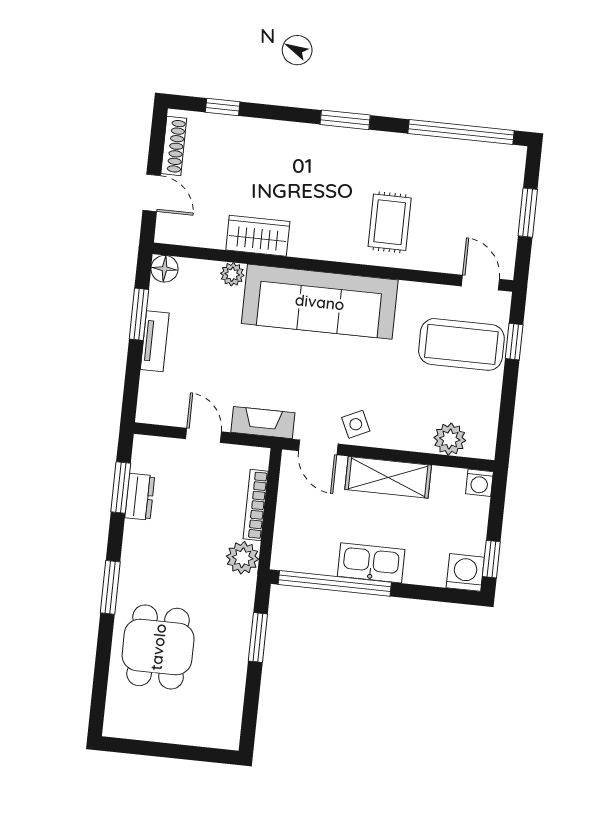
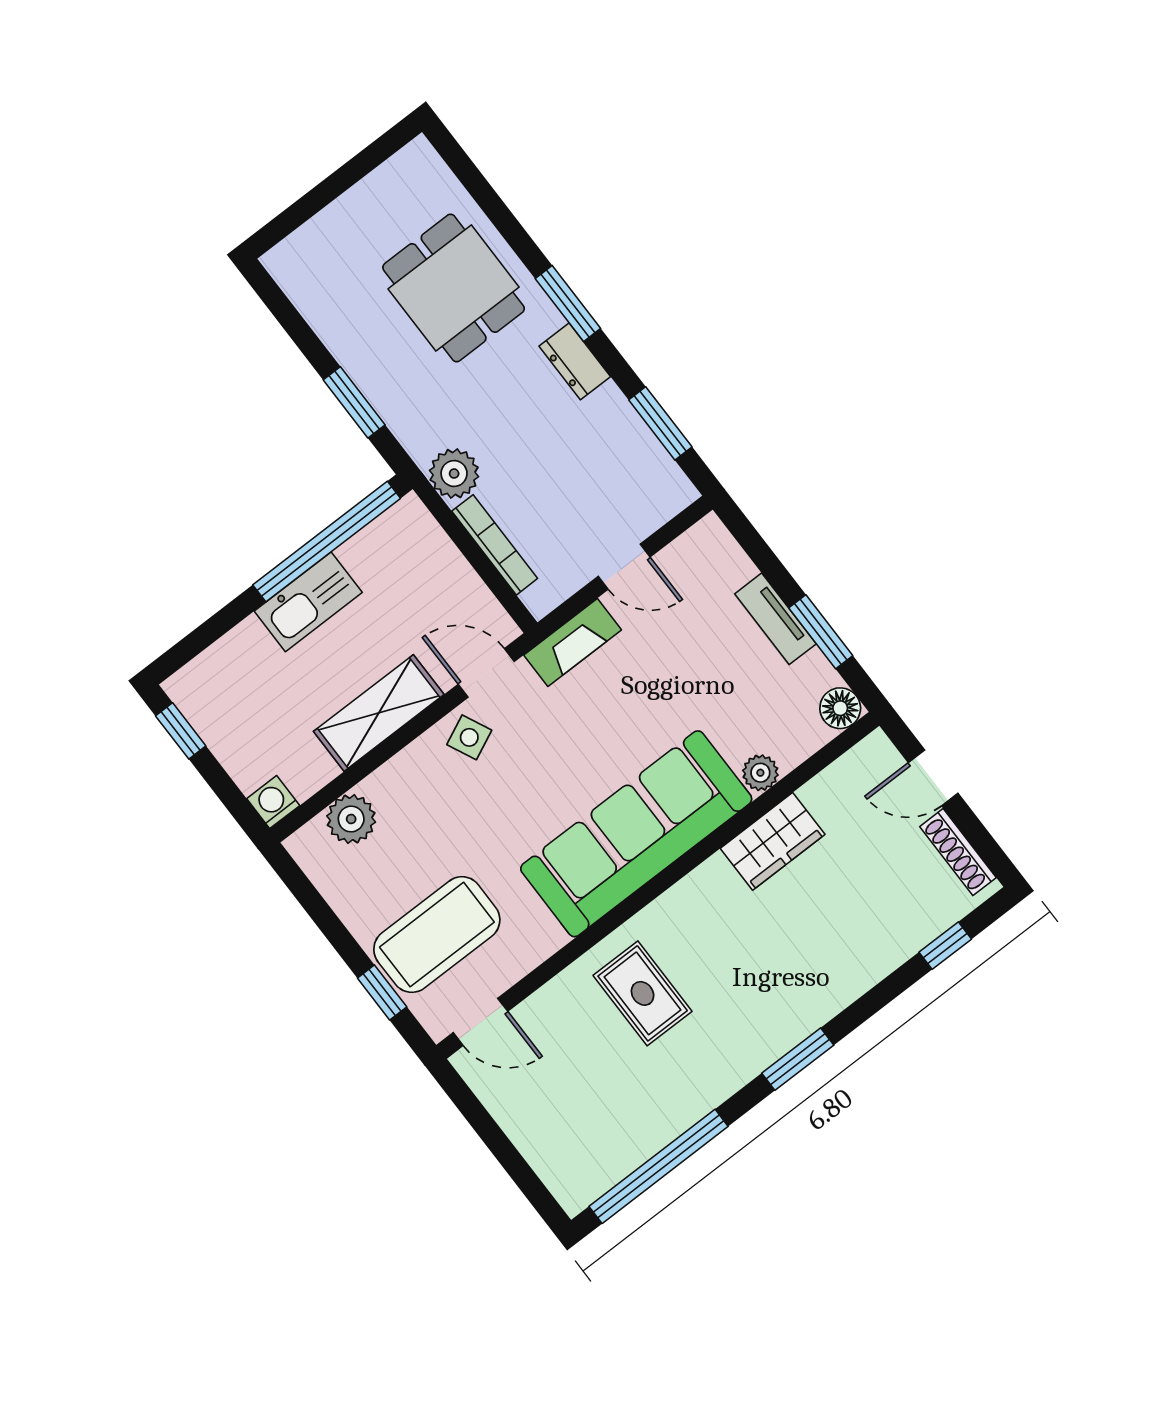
window: (528, 213) -> (502, 1148), removed
dresser: (140, 497) -> (575, 361), moved
washing machine: (465, 572) -> (195, 689), removed

